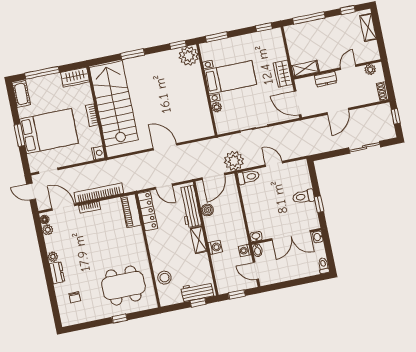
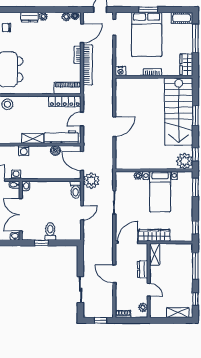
wardrobe: (283, 74) -> (154, 235), width x1.50
stairs: (114, 104) -> (179, 112), moved, turned 90

